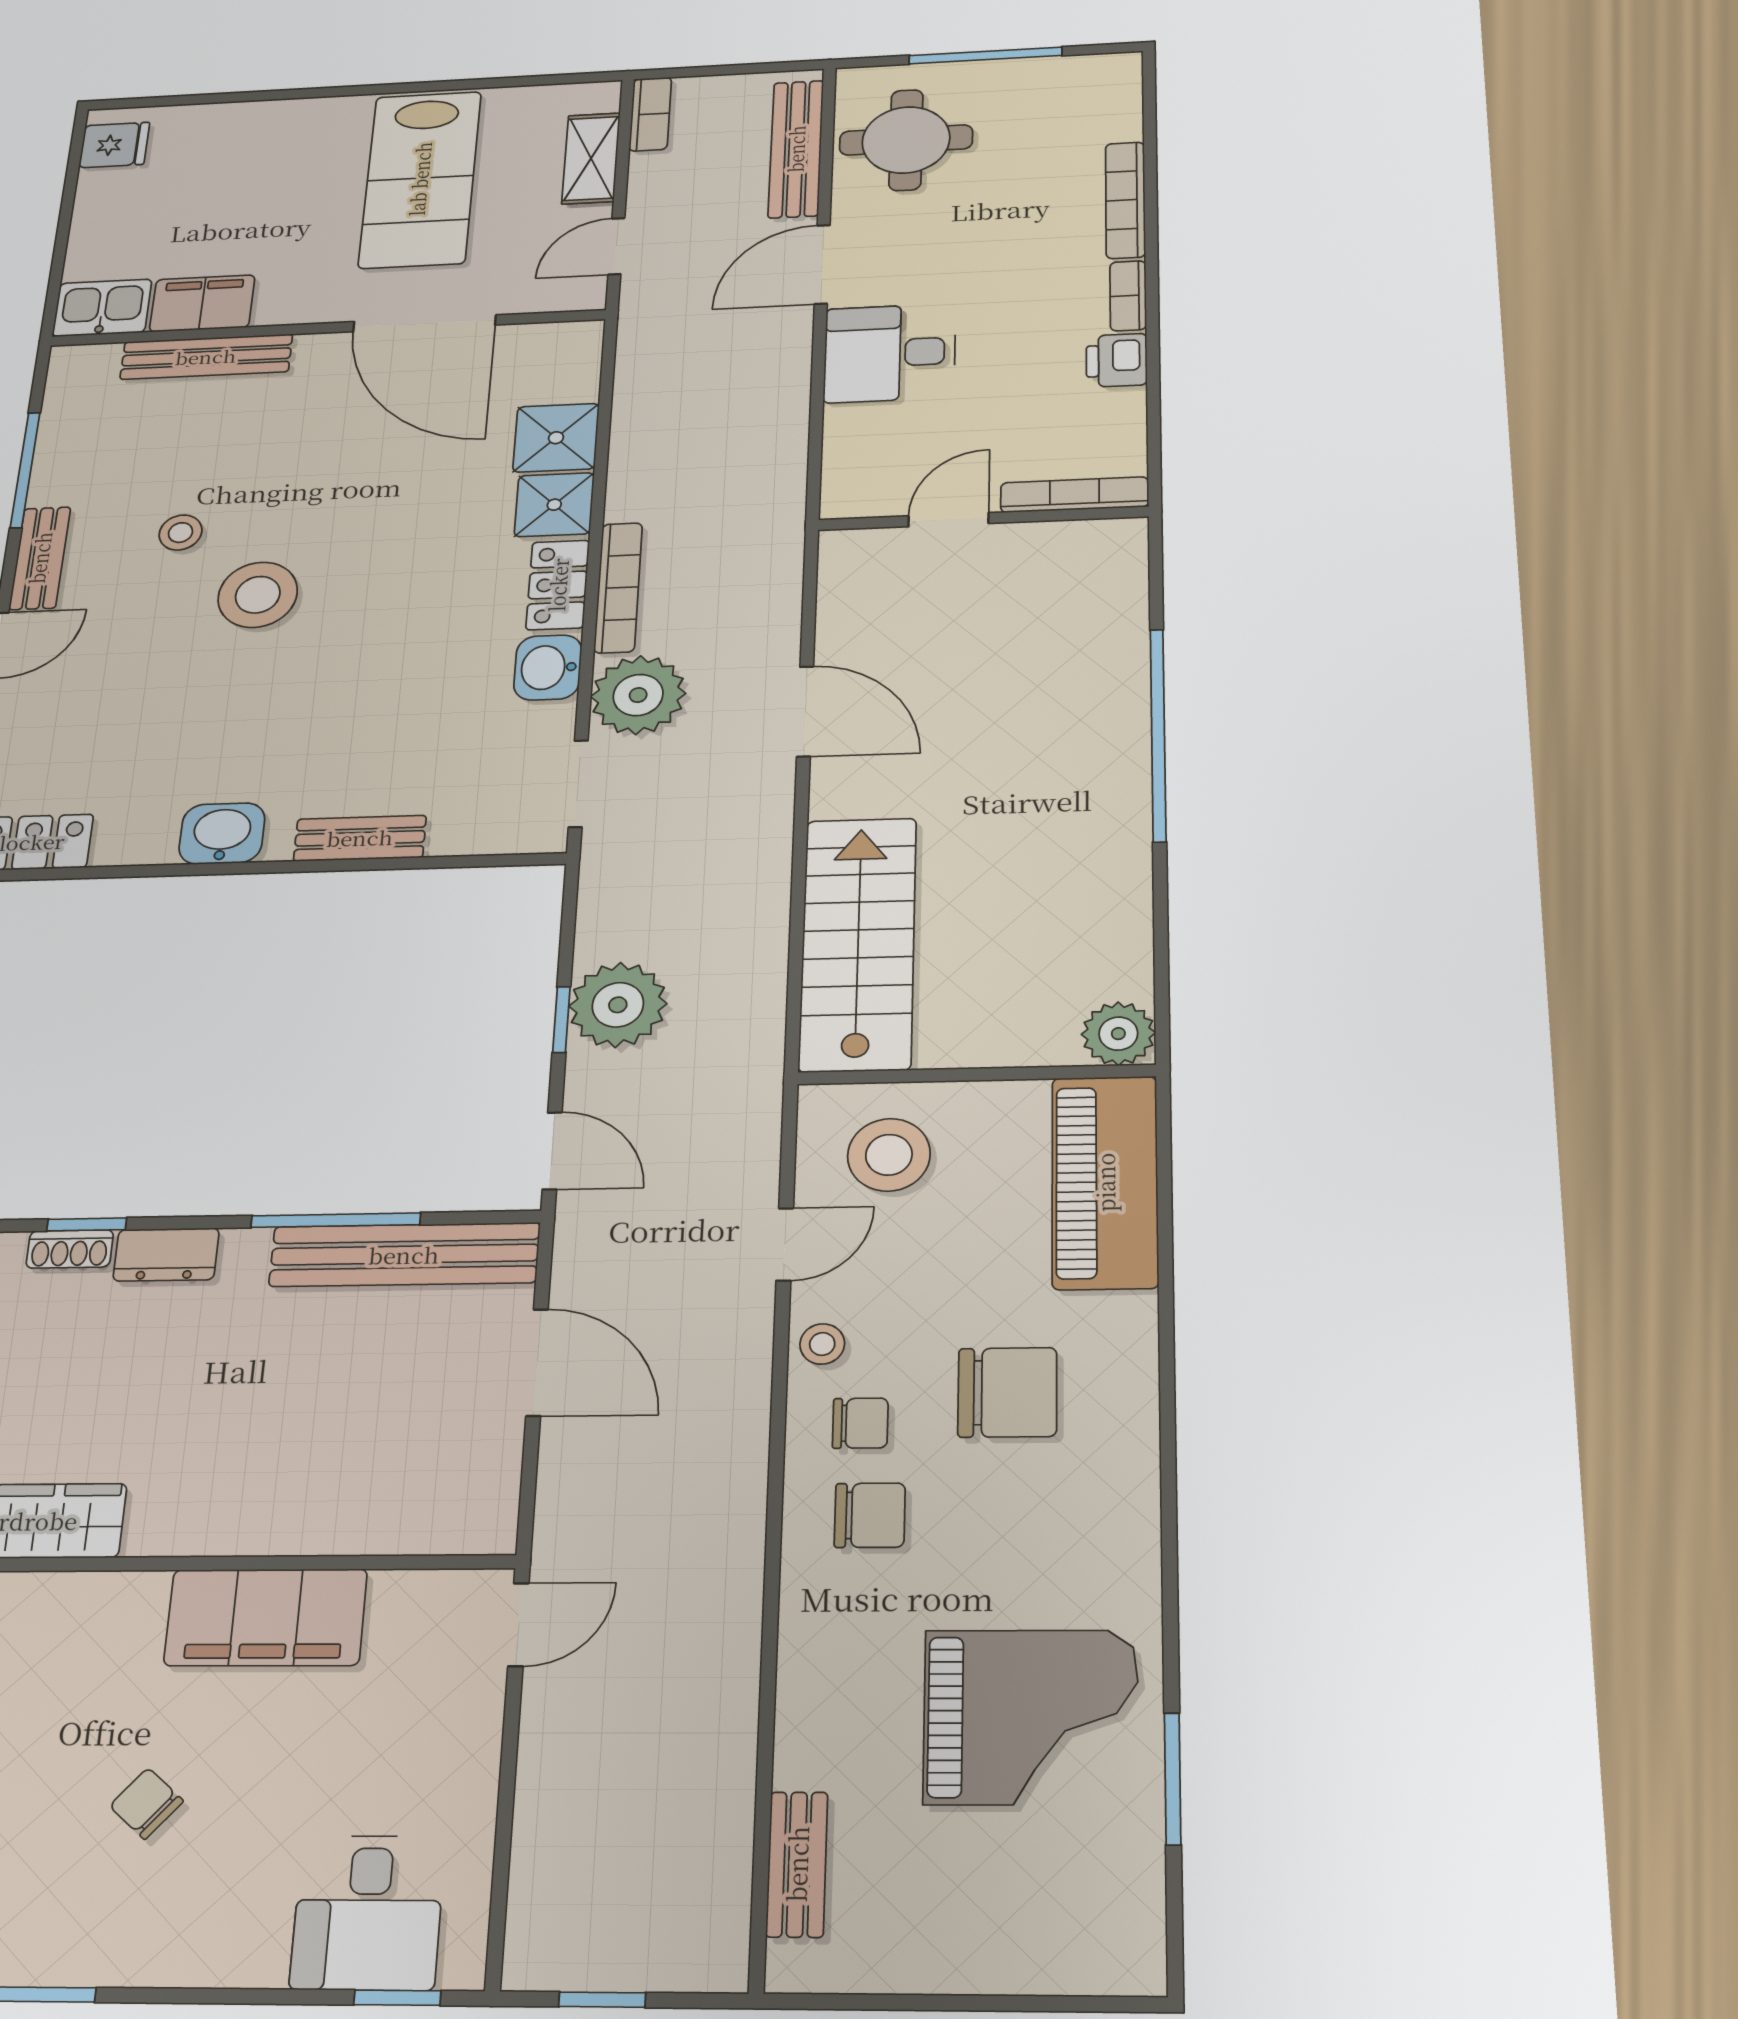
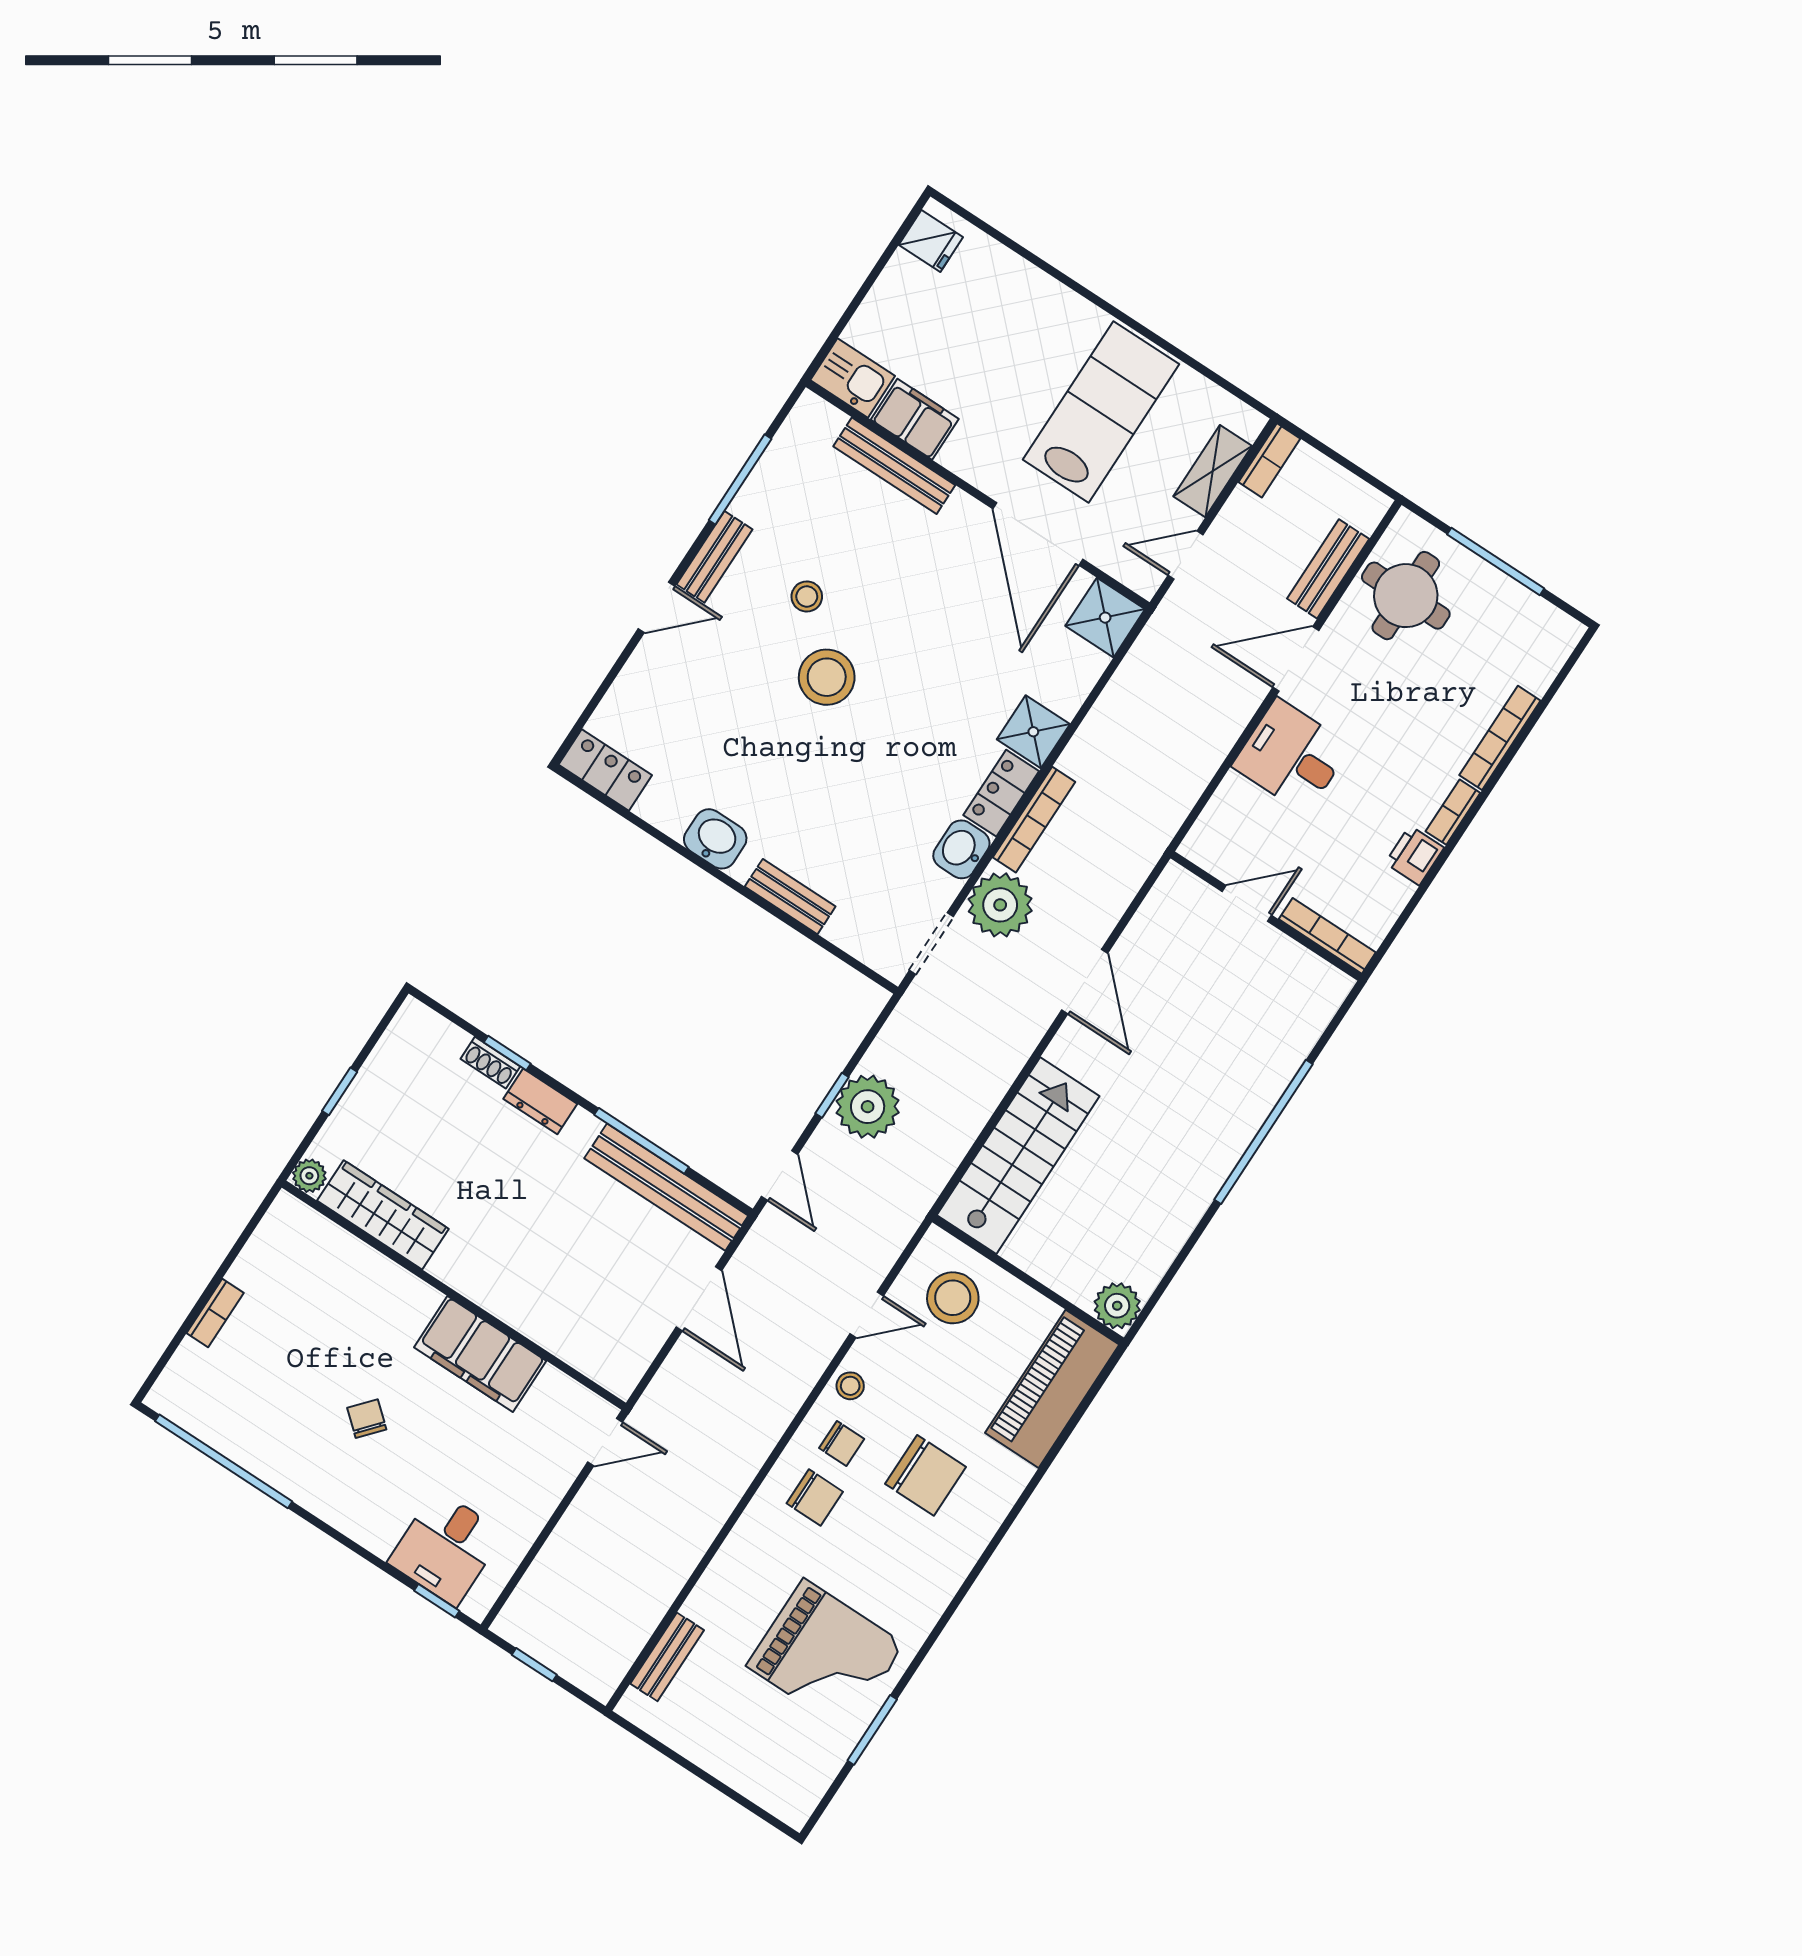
bench: (796, 149) -> (1328, 569), width x0.73
lab bench: (420, 179) -> (1101, 412), turned 180
shower: (556, 438) -> (1105, 618), moved

